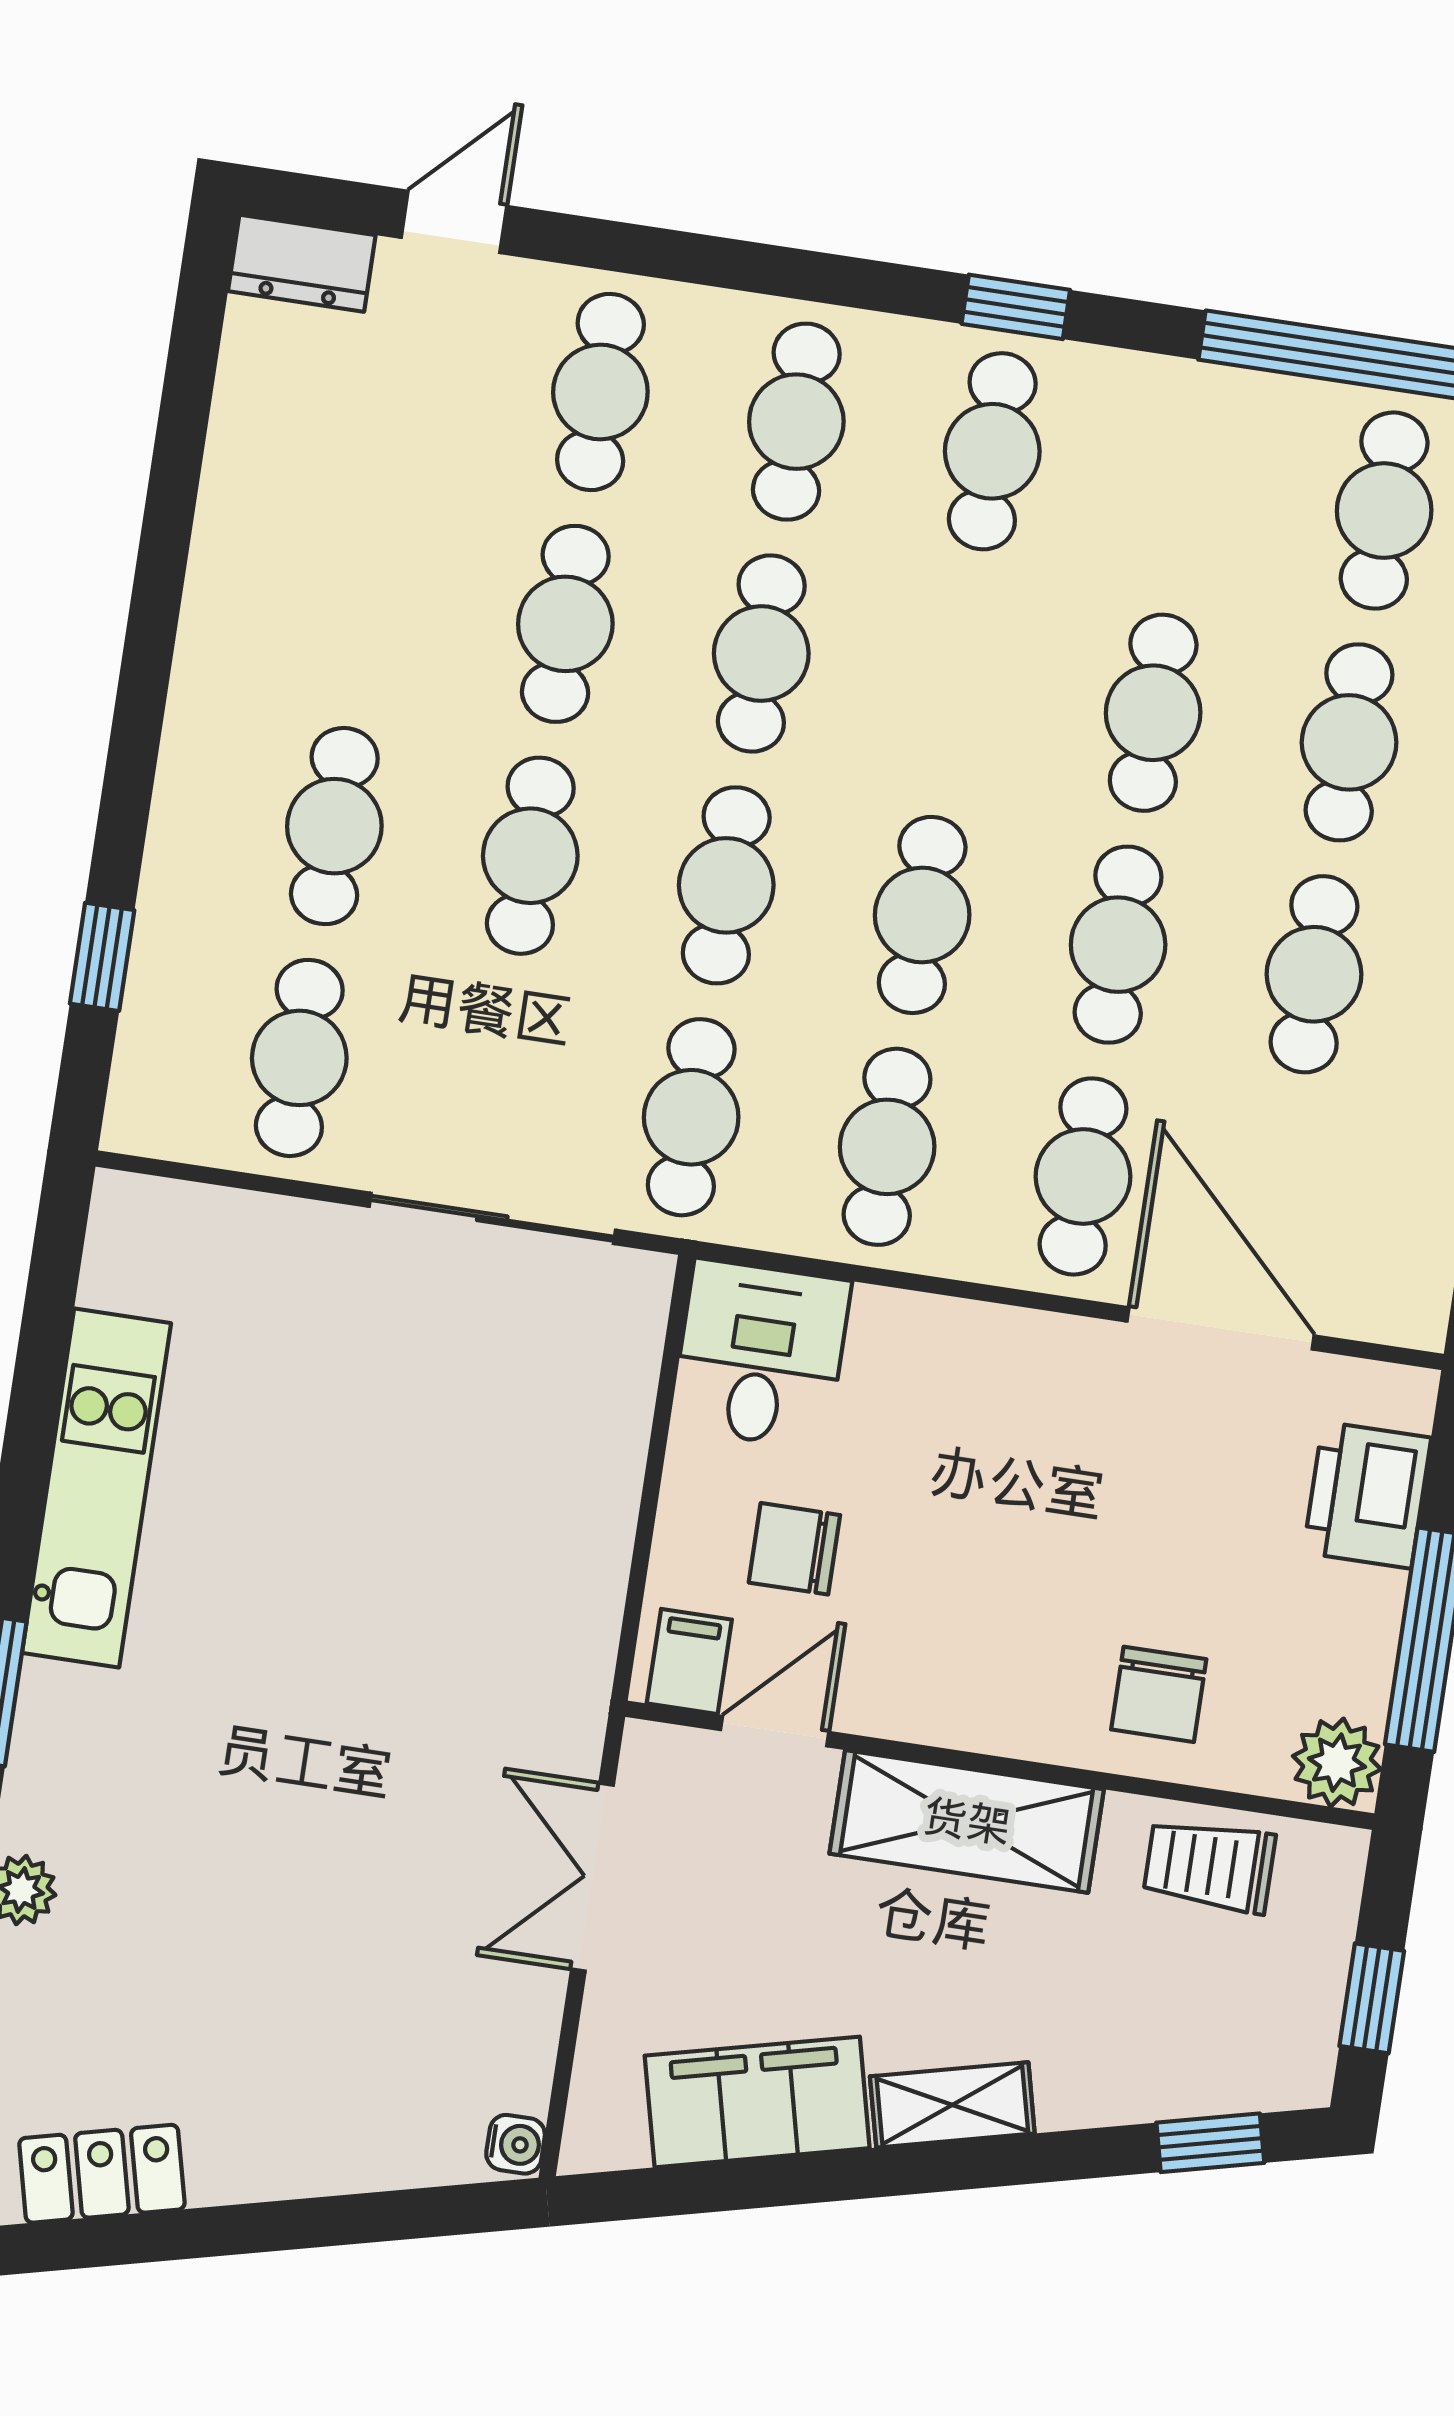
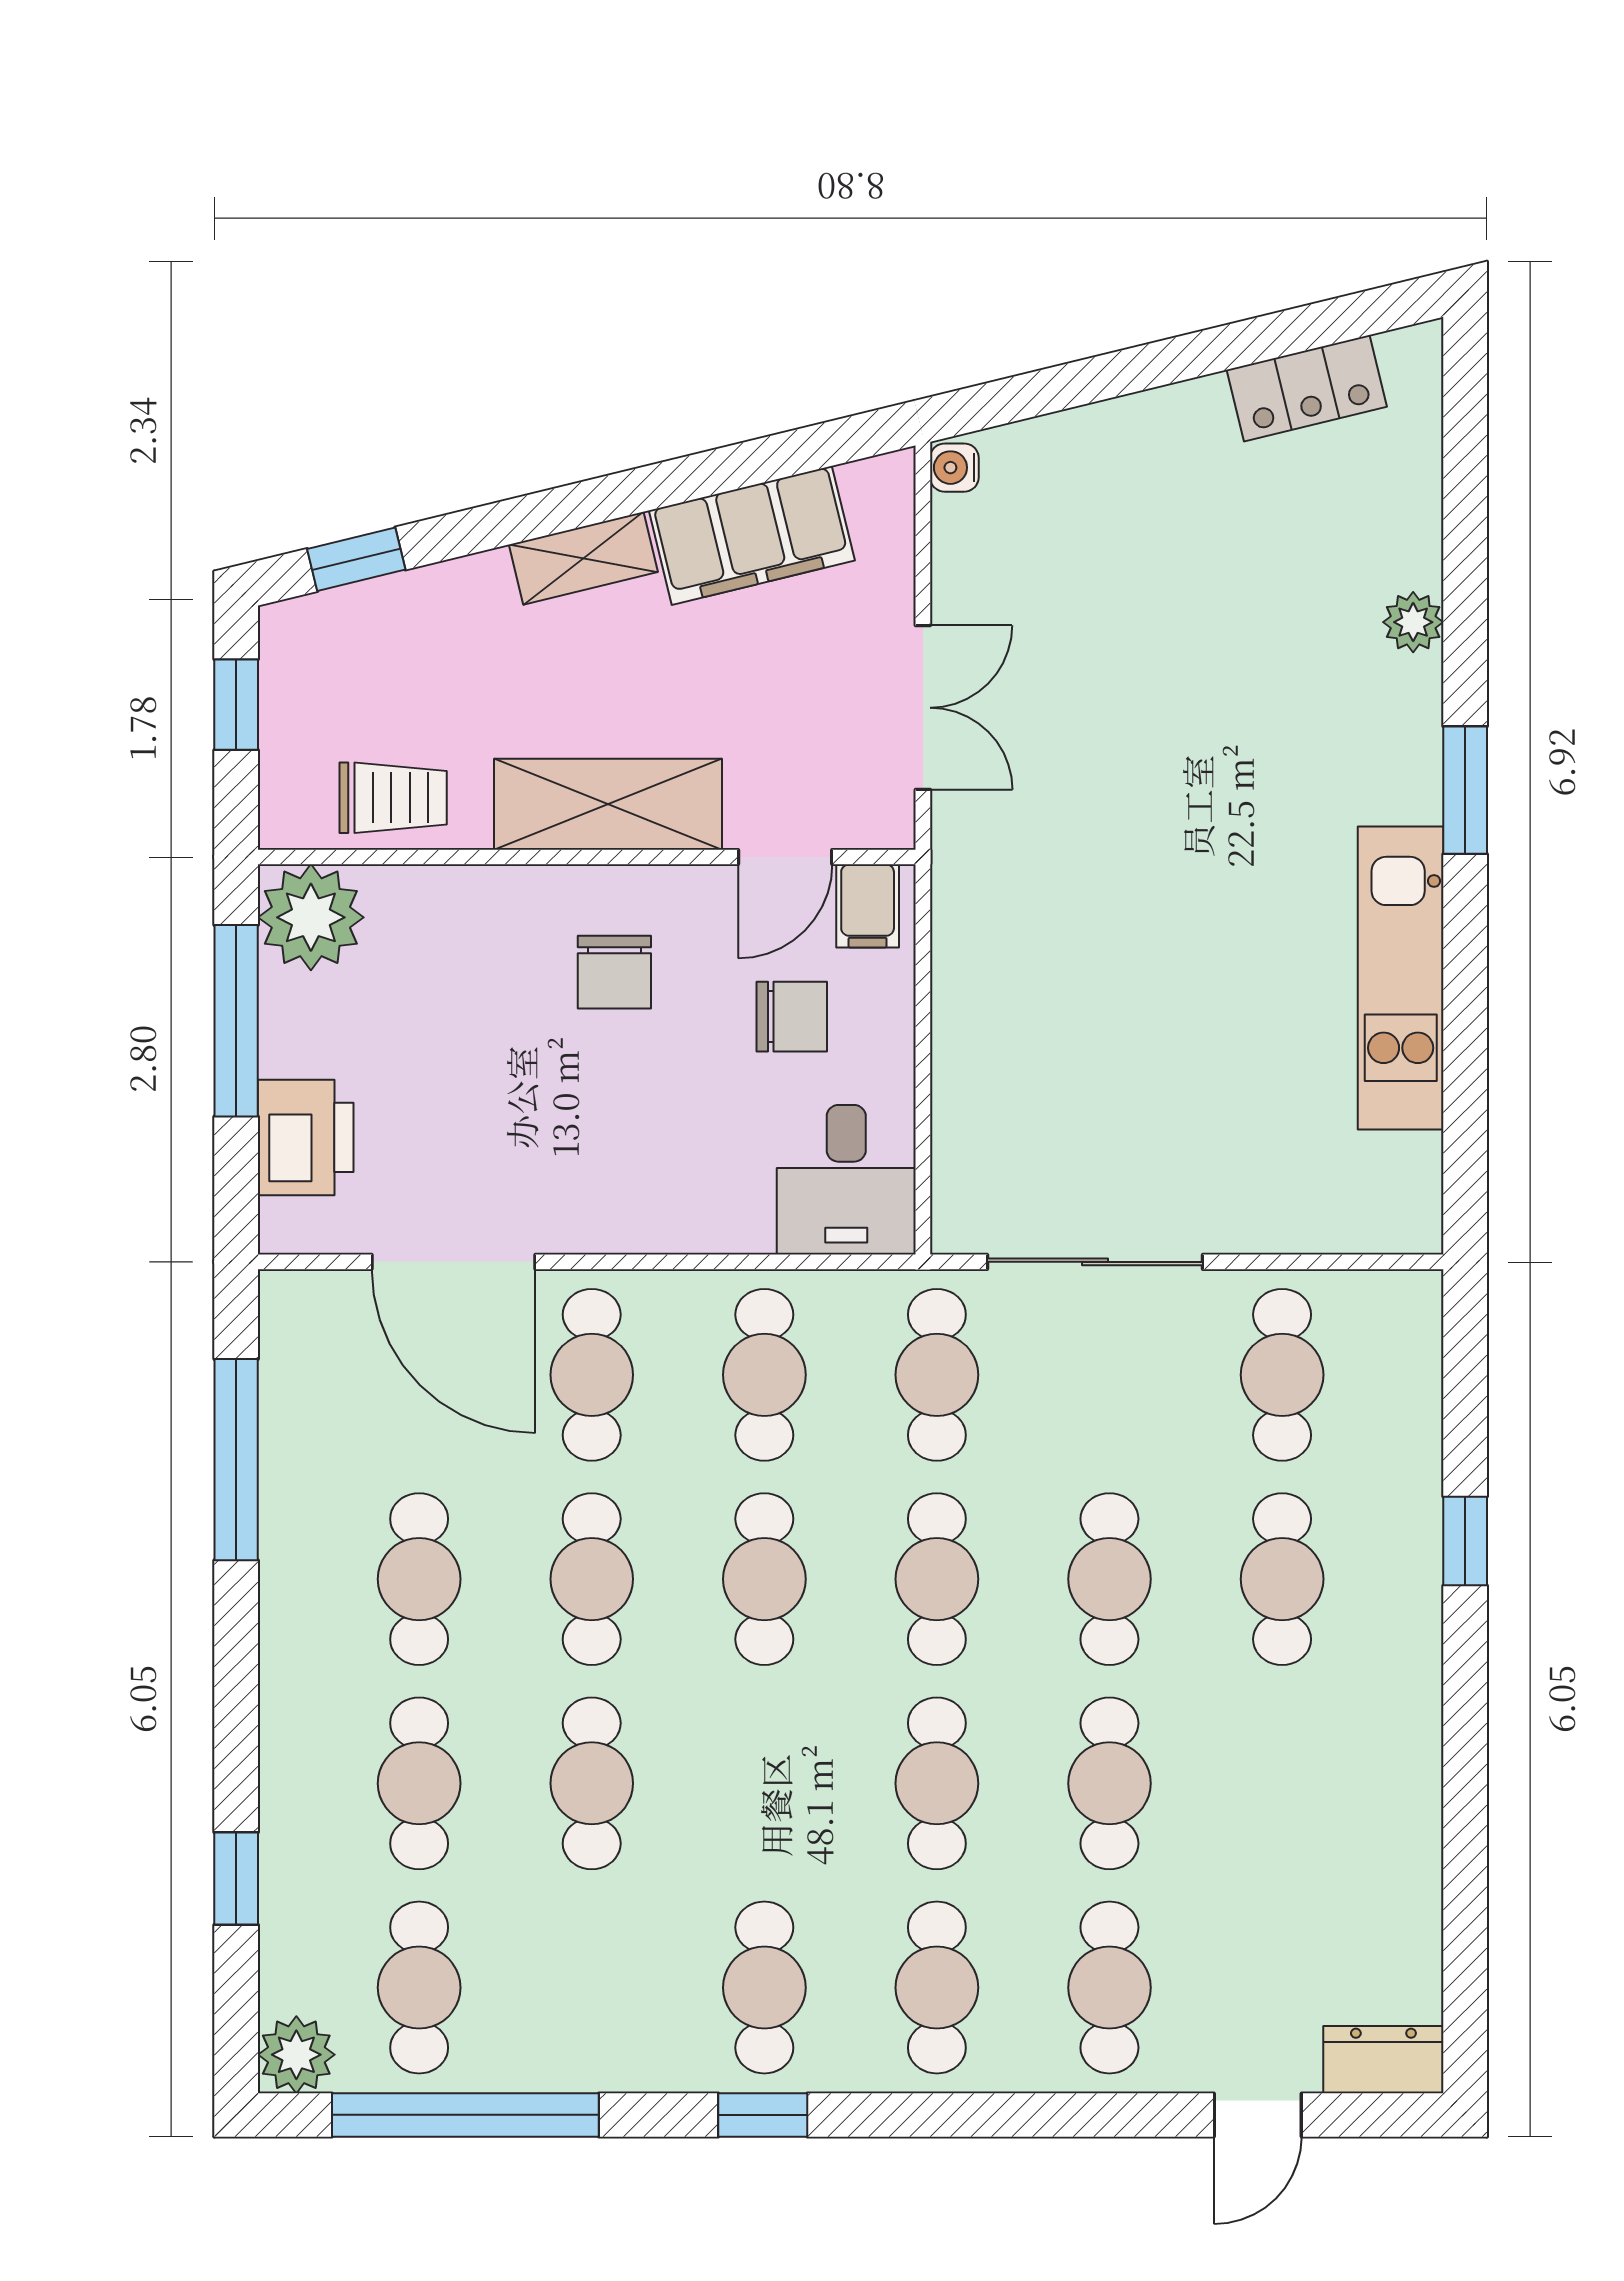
window: (102, 957) -> (1465, 1541), moved
chair: (1159, 1694) -> (614, 972), moved, turned 180
plant: (1337, 1763) -> (311, 917), width x1.36, depth x1.36

